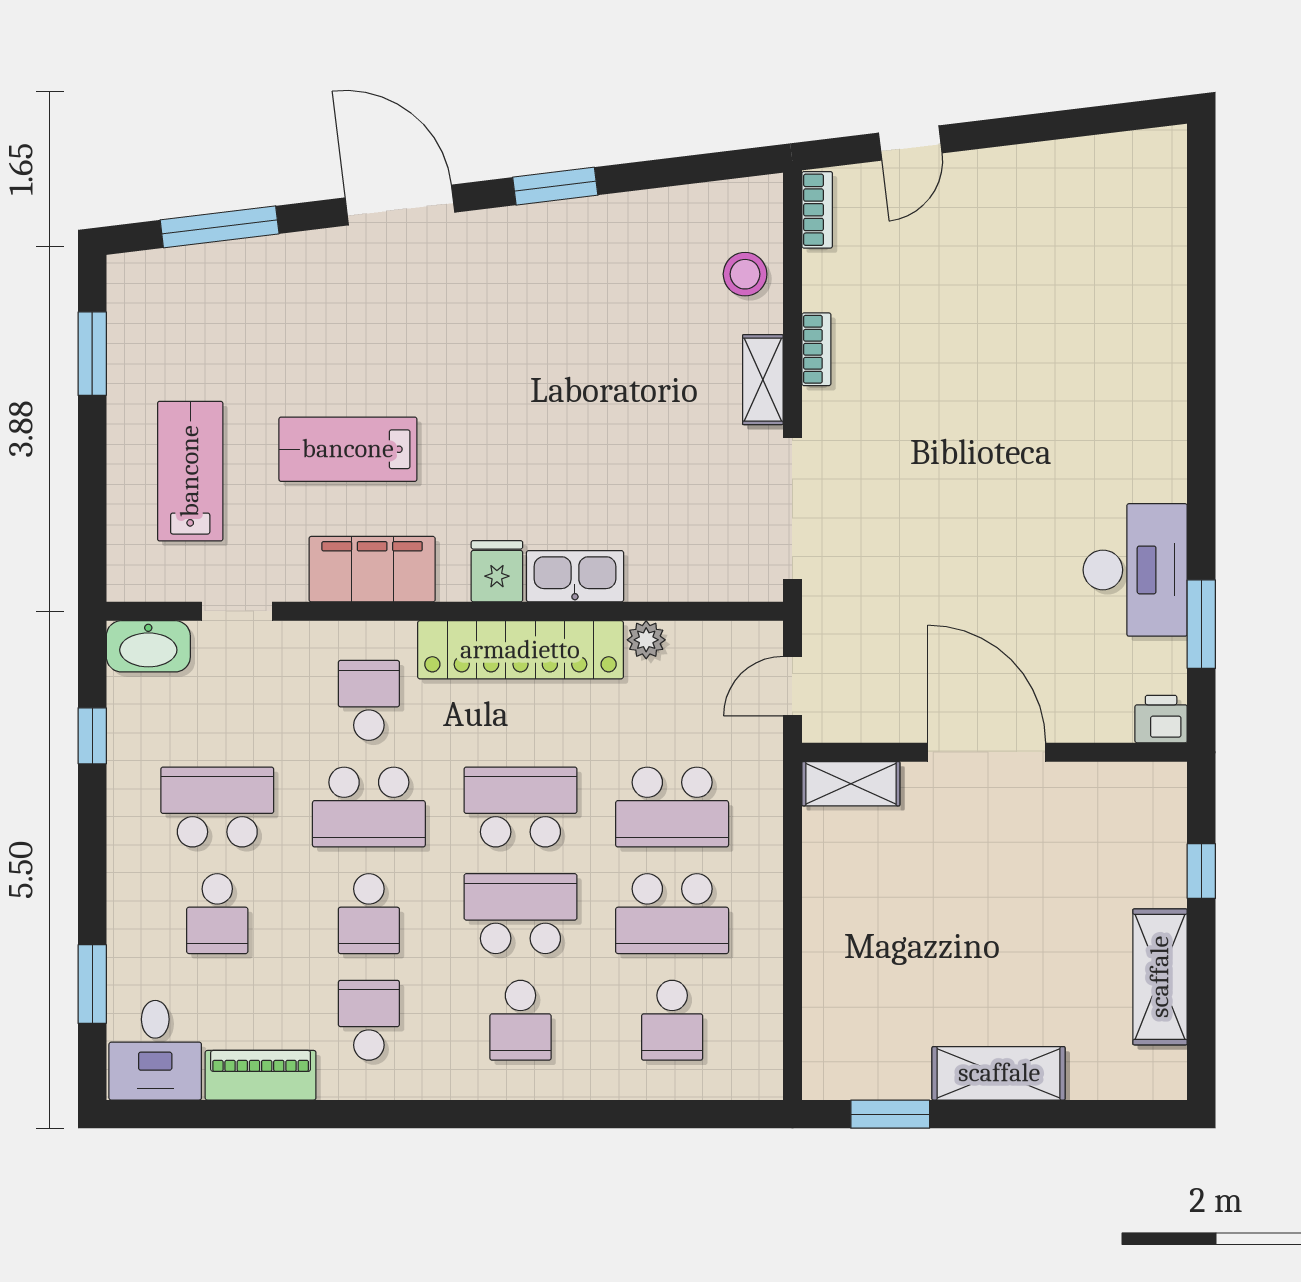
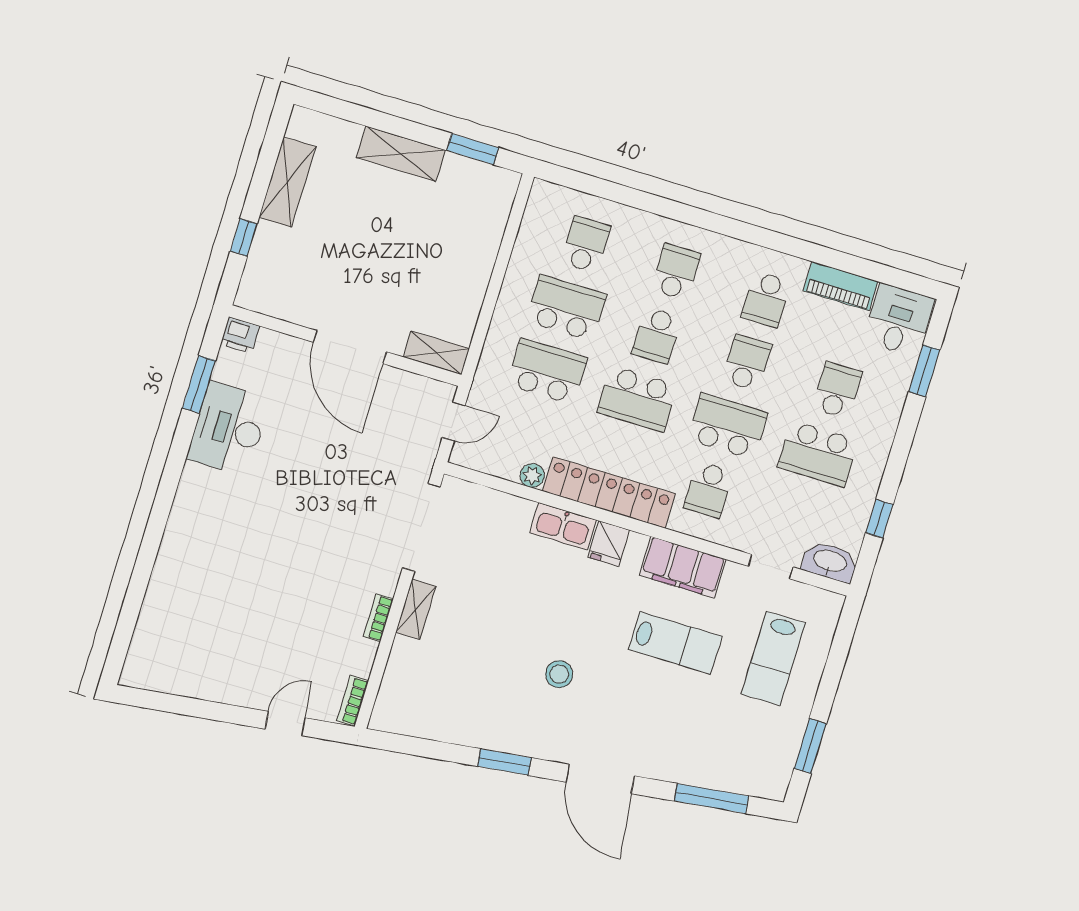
stool: (745, 274) -> (559, 674), moved
school desk: (520, 914) -> (657, 335), width x0.54

